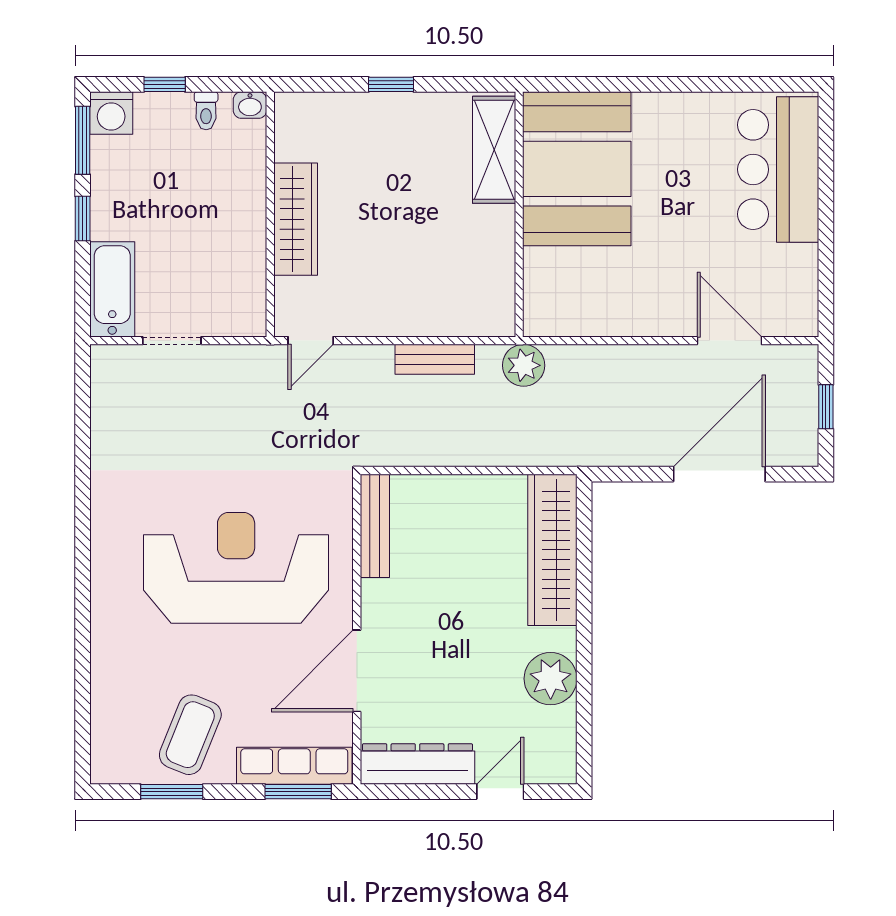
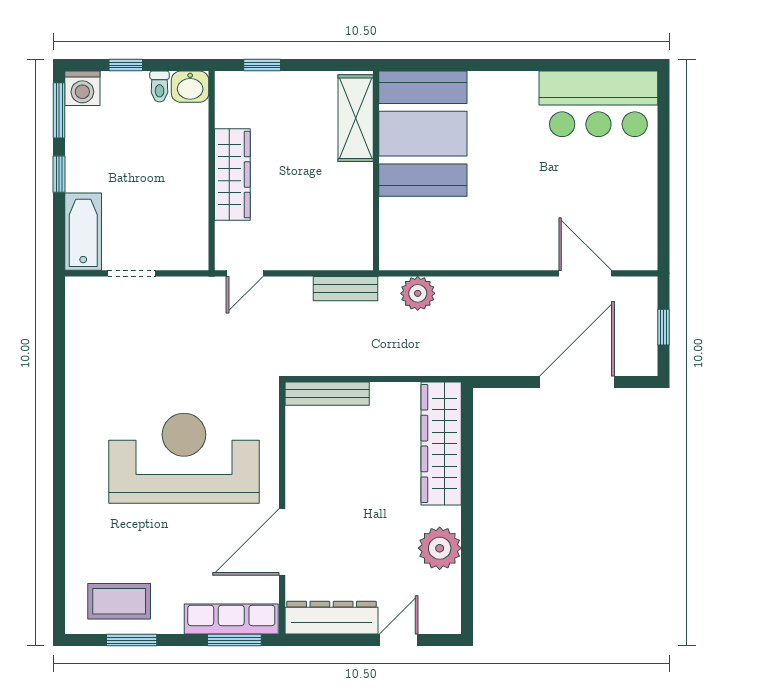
window: (391, 84) -> (262, 65), moved
washbasin: (250, 105) -> (190, 87), width x1.38, depth x1.45
shelving: (494, 150) -> (356, 118), moved
booth: (577, 169) -> (423, 134), moved
bar counter: (778, 169) -> (598, 104), moved, turned -90
wall: (519, 214) -> (376, 171), moved
bench: (375, 526) -> (327, 394), moved, turned 90
coffee table: (190, 735) -> (119, 601), moved, turned 68

